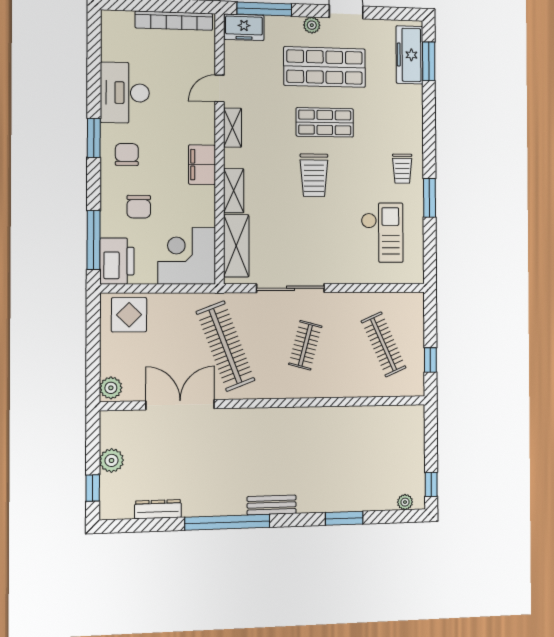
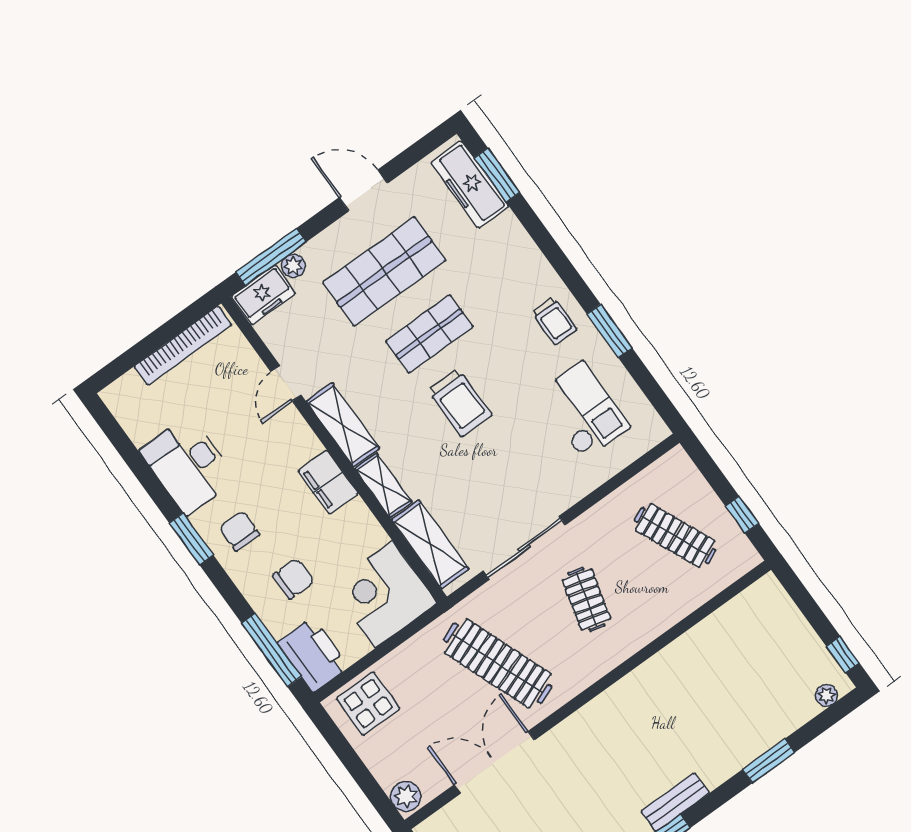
plant: (312, 25) -> (293, 266), moved
shelving: (233, 128) -> (343, 425), width x1.50, depth x1.33
chair: (139, 207) -> (293, 579), turned -90

